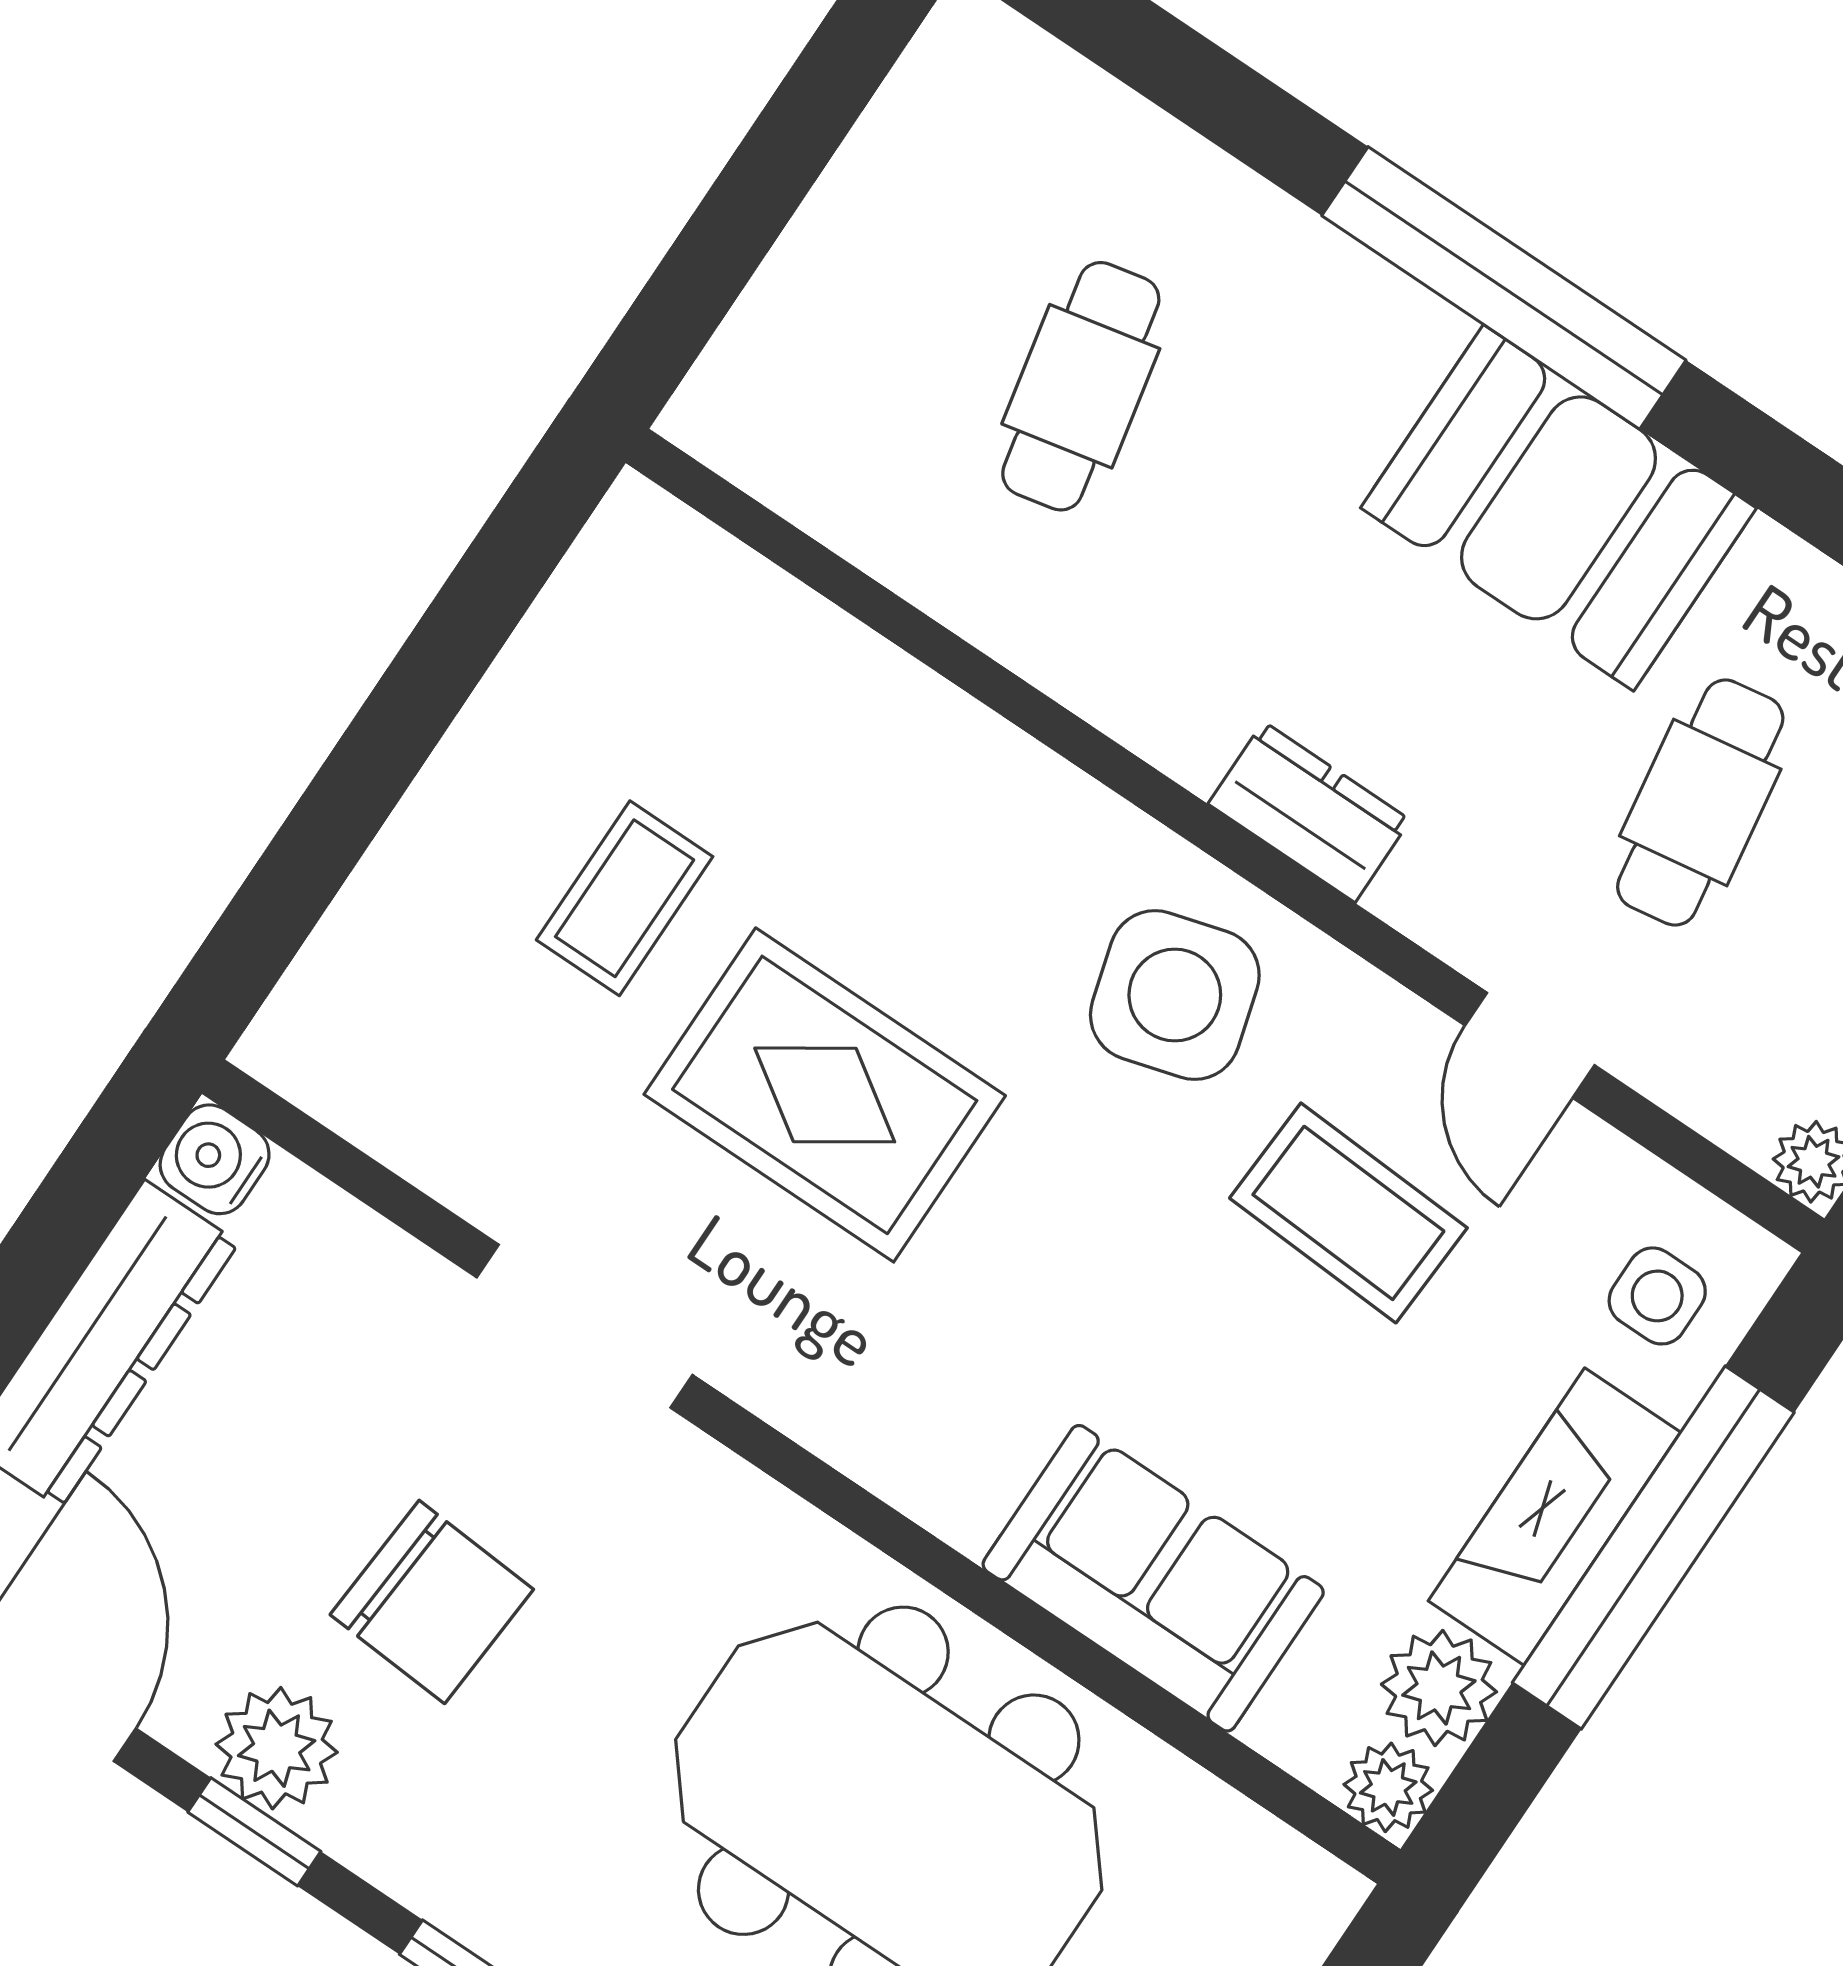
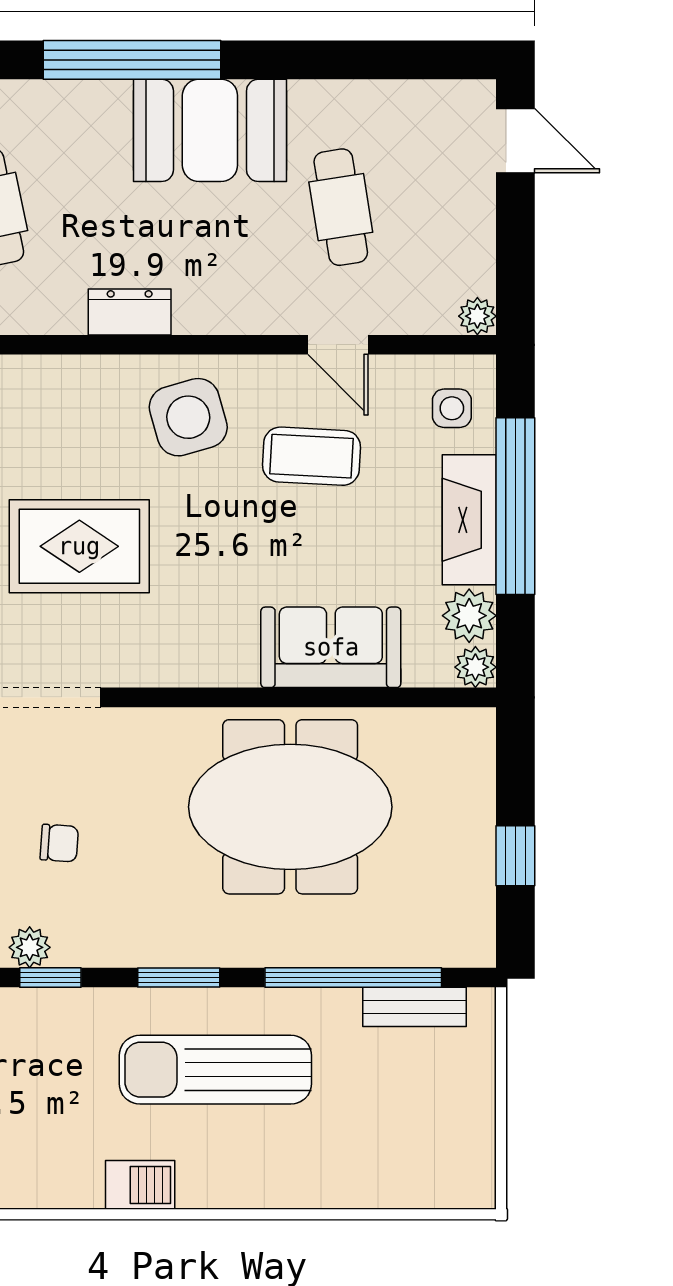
dresser: (1309, 812) -> (130, 312), moved
chair: (432, 1602) -> (59, 843), width x0.54, depth x0.54
plant: (277, 1748) -> (30, 947), width x0.73, depth x0.73

